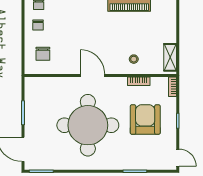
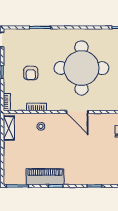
armchair: (145, 120) -> (31, 73), width x0.53, depth x0.53

